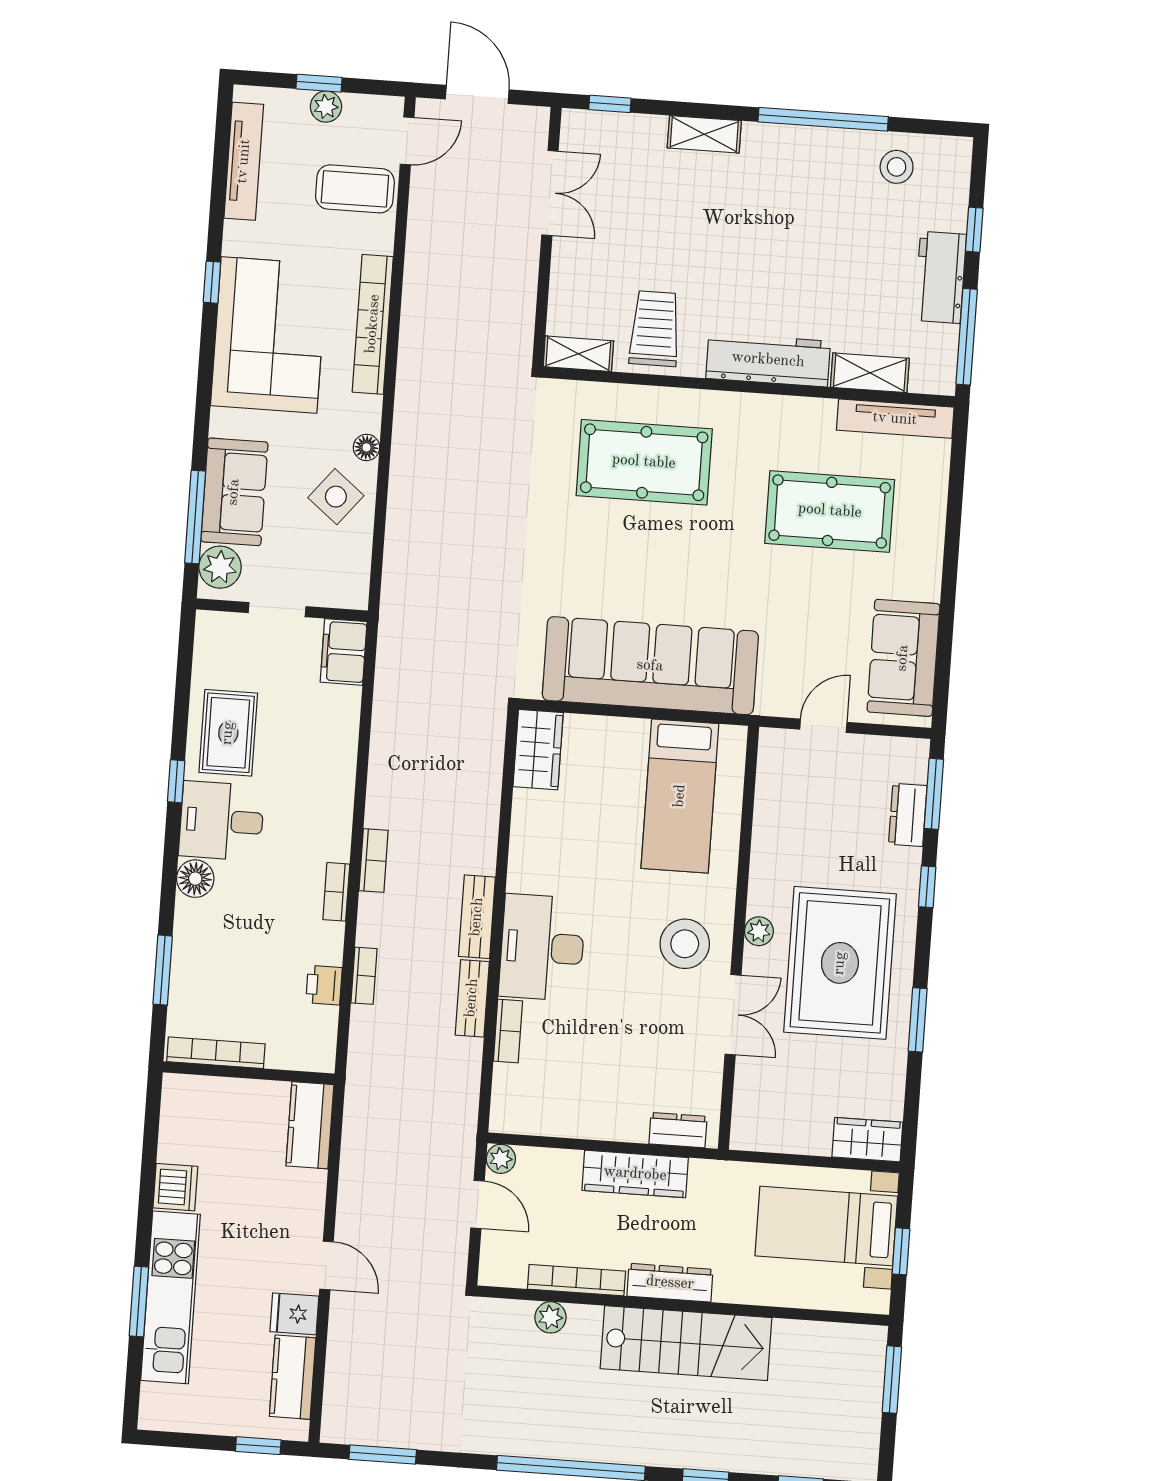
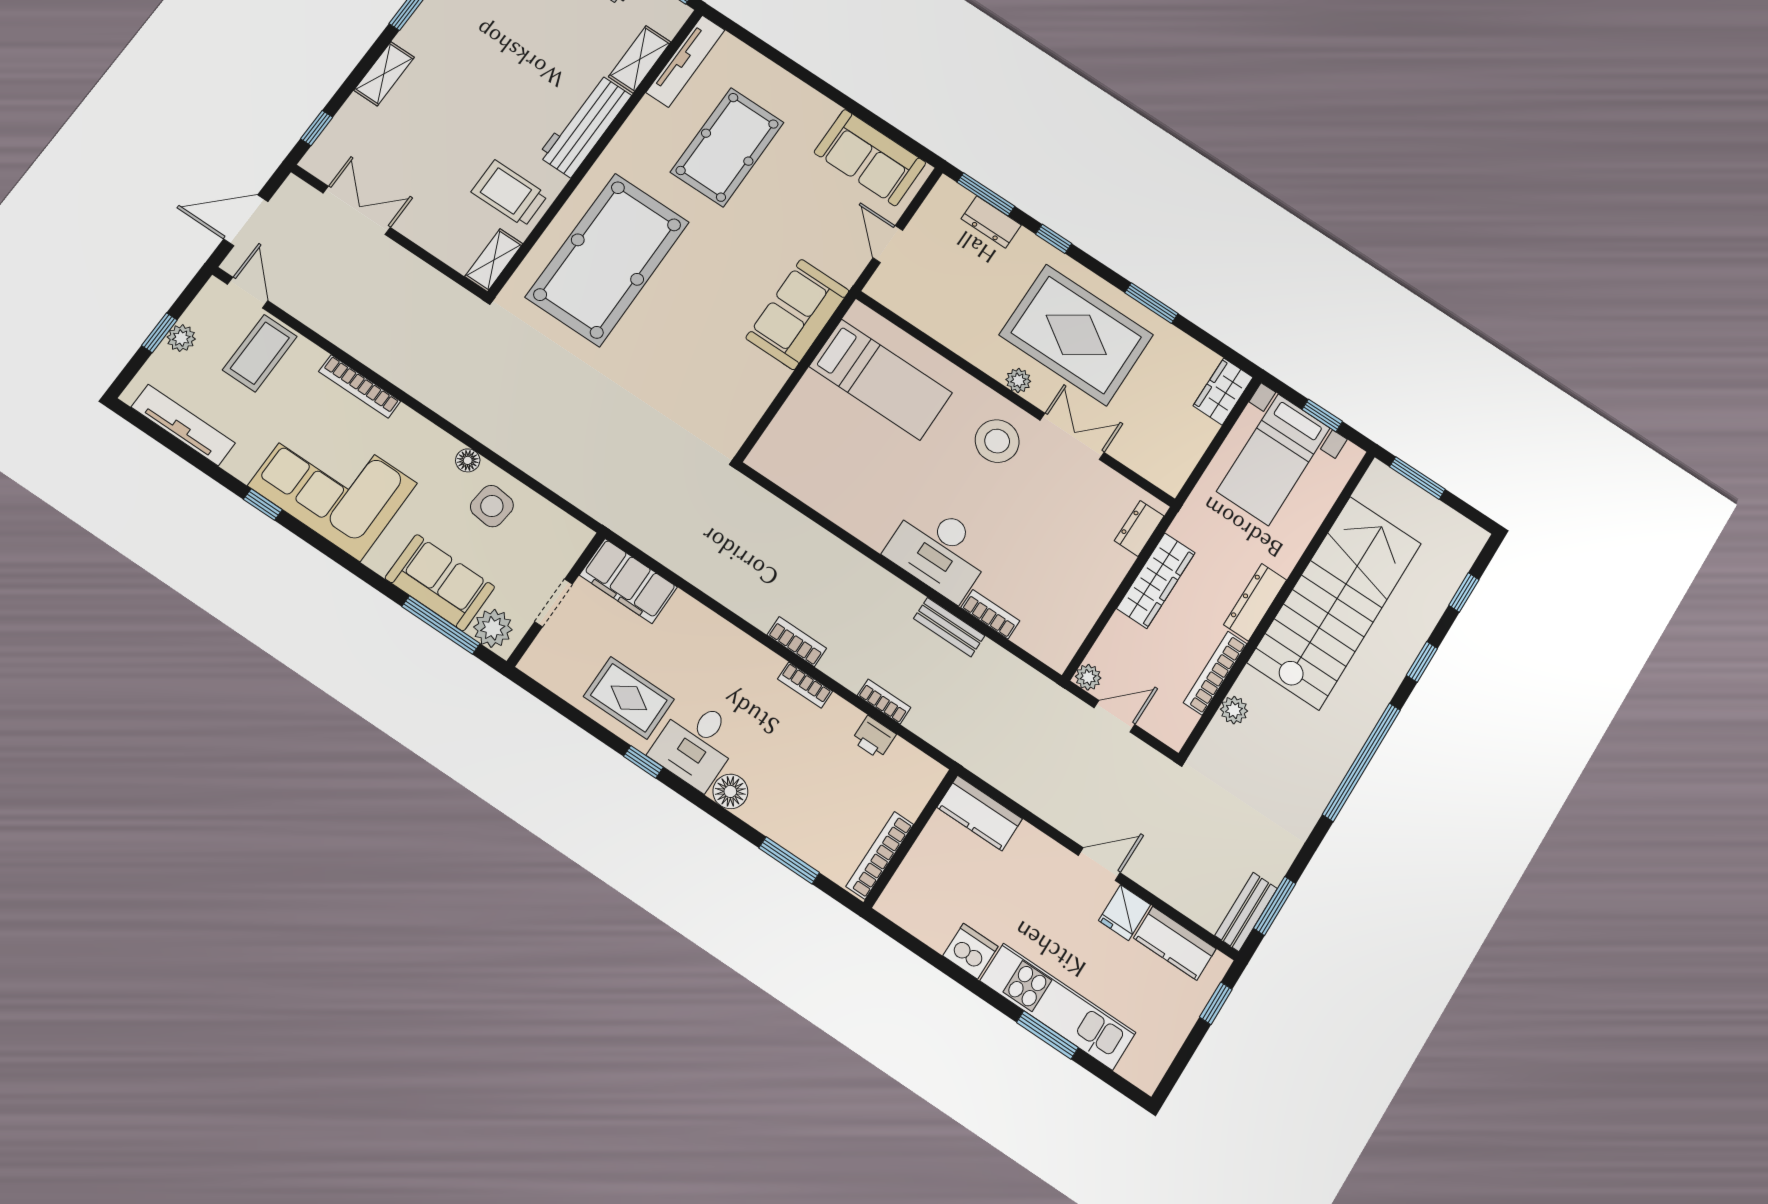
bookcase: (373, 324) -> (360, 386), width x0.68, depth x0.76
pool table: (644, 462) -> (607, 260), width x1.36, depth x1.32
side table: (336, 497) -> (492, 506), turned -33
filing cabinet: (344, 652) -> (628, 581), width x1.50, depth x1.17
sofa: (650, 666) -> (798, 314), width x0.54, depth x0.79
wardrobe: (538, 750) -> (783, 465), removed
bench: (477, 917) -> (1246, 912), moved, turned 90
stairs: (686, 1343) -> (1335, 603), width x1.36, depth x1.51

